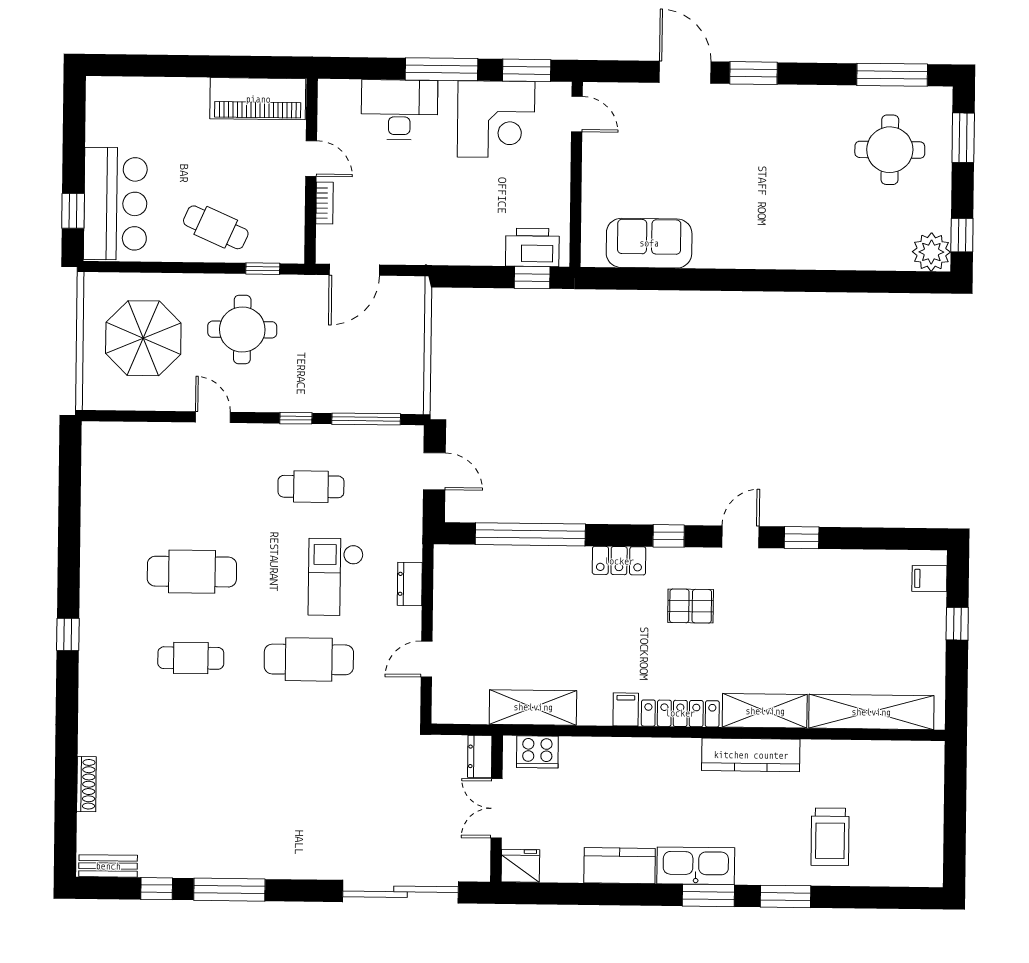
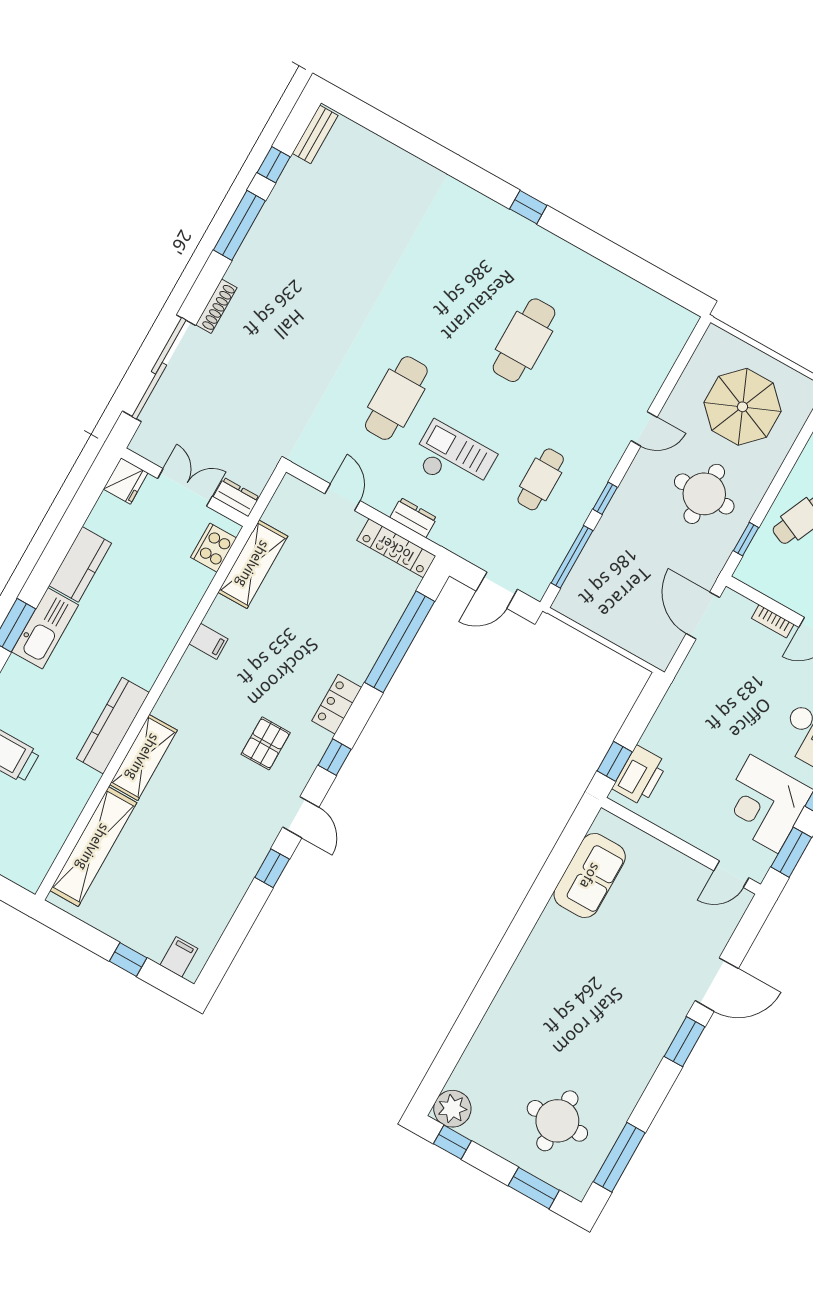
cafe table: (191, 658) -> (452, 300), removed
locker: (680, 713) -> (396, 548), moved, turned 90
shoe rack: (86, 784) -> (216, 306), moved, turned -90

